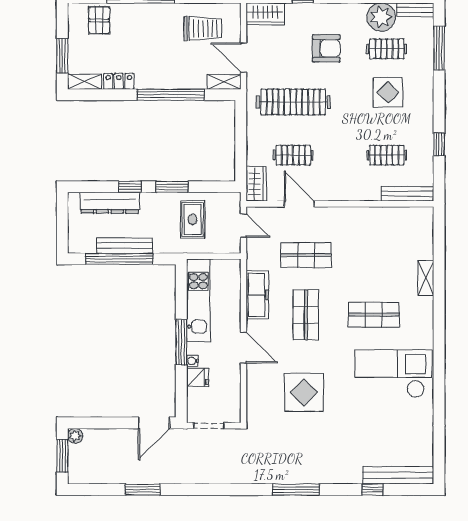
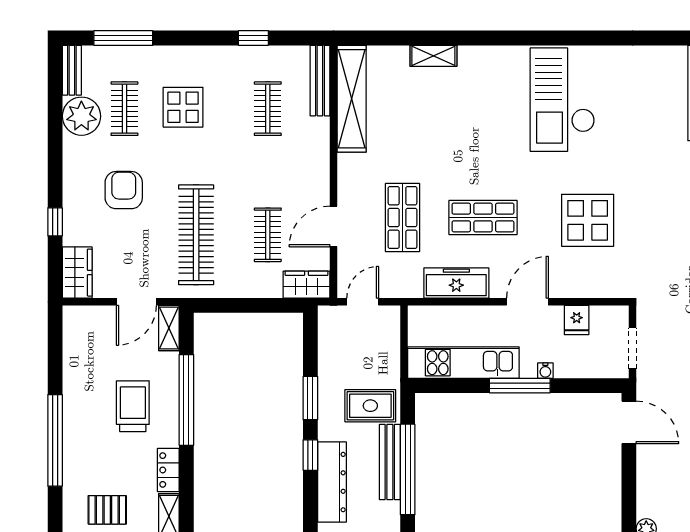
pallet: (99, 20) -> (107, 510), moved
trolley: (203, 28) -> (133, 406), moved
shelving: (394, 217) -> (352, 99), added
rug: (193, 219) -> (370, 406), moved
shop shelf: (374, 315) -> (483, 126), removed
fridge: (198, 377) -> (577, 320), moved, turned 180

